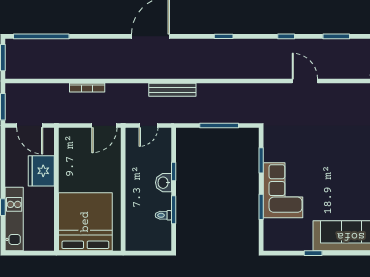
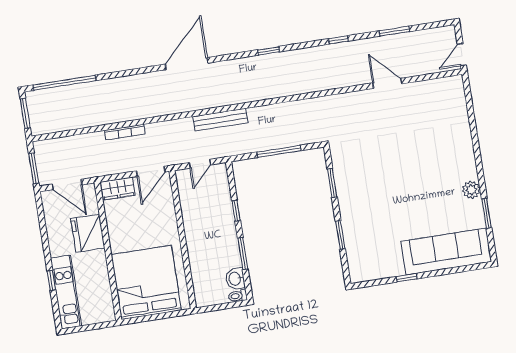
door: (305, 81) -> (387, 83), moved
wardrobe: (73, 136) -> (118, 189), added
washbasin: (164, 183) -> (235, 279), moved
corner sofa: (283, 190) -> (362, 213), removed
toilet: (163, 215) -> (238, 296), moved

